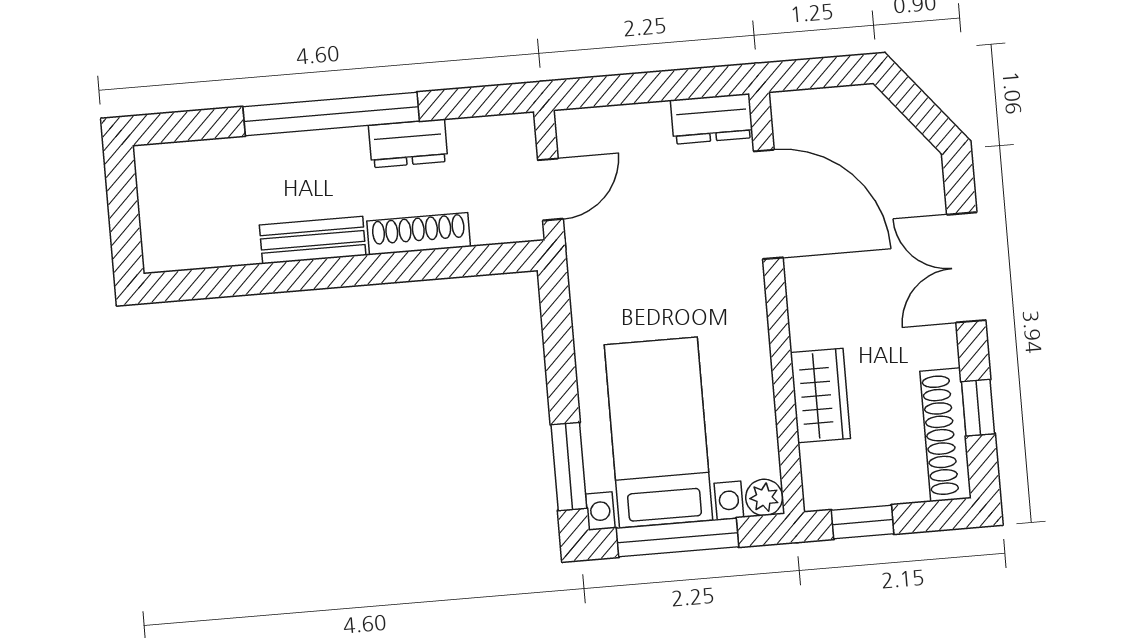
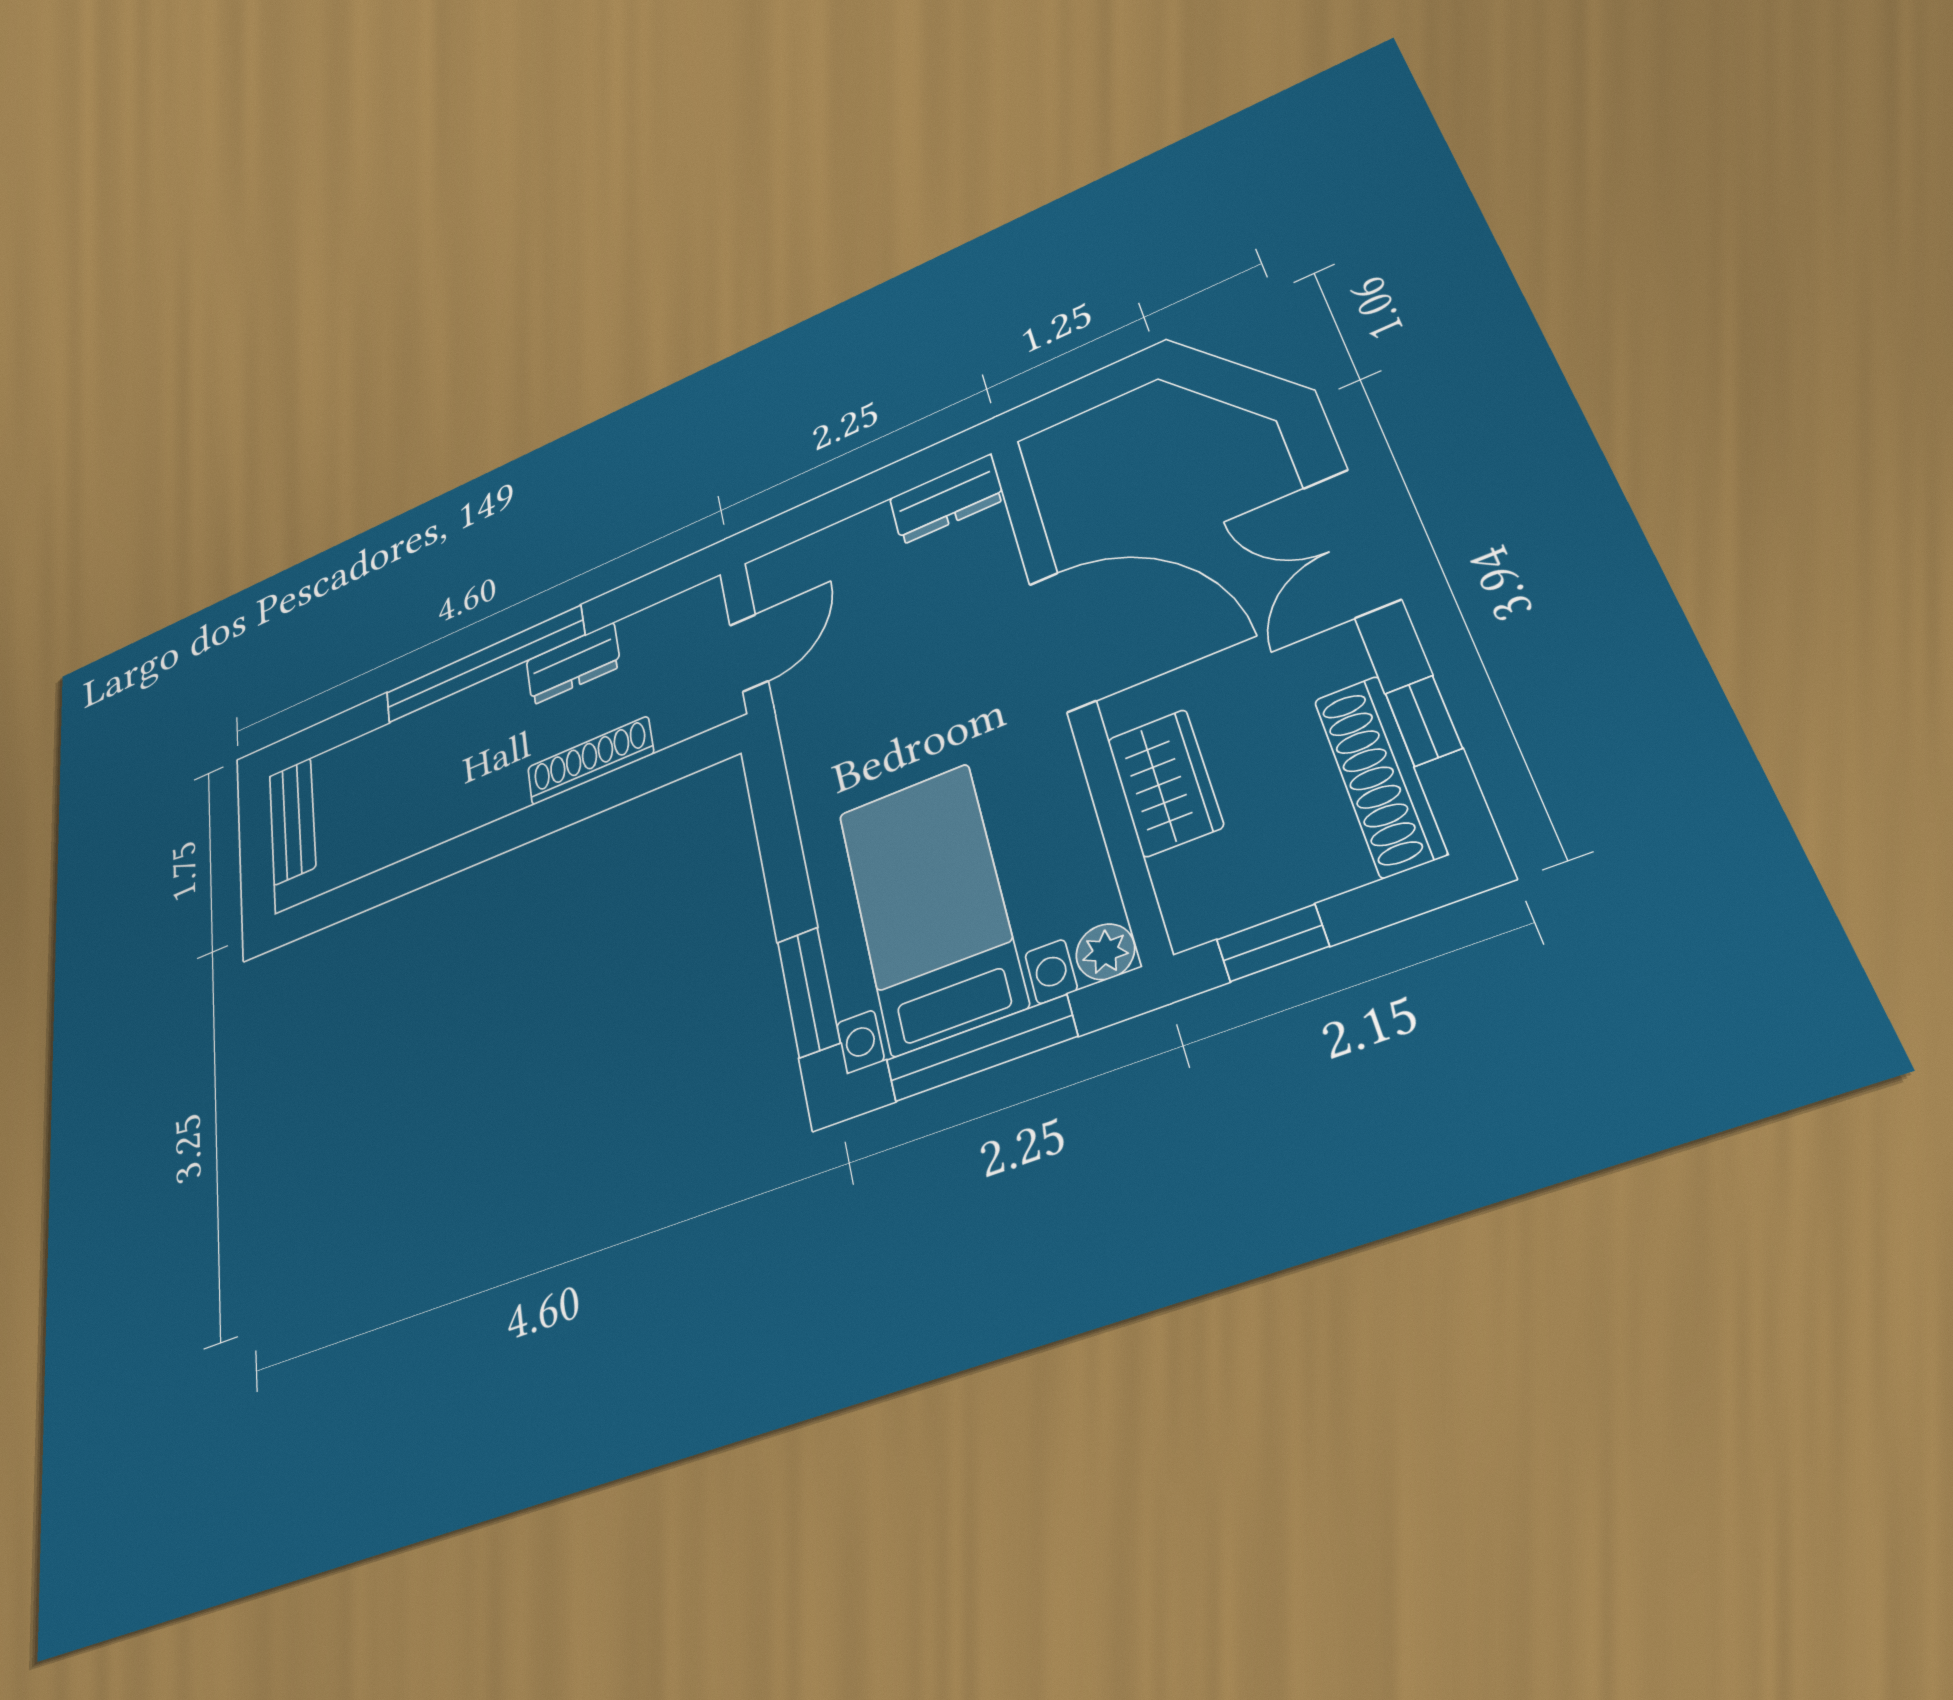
door: (768, 204) -> (1062, 642), moved
bench: (313, 240) -> (292, 821), moved, turned 90

